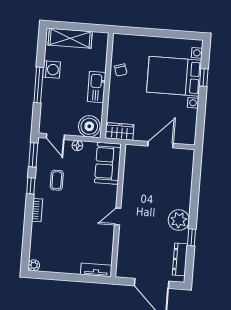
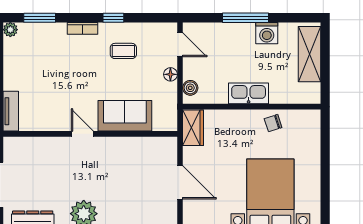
boiler: (89, 126) -> (190, 88), width x0.54, depth x0.54
door: (55, 137) -> (180, 45), swing flipped
window: (33, 155) -> (40, 18), moved
sofa: (108, 163) -> (125, 116), moved

